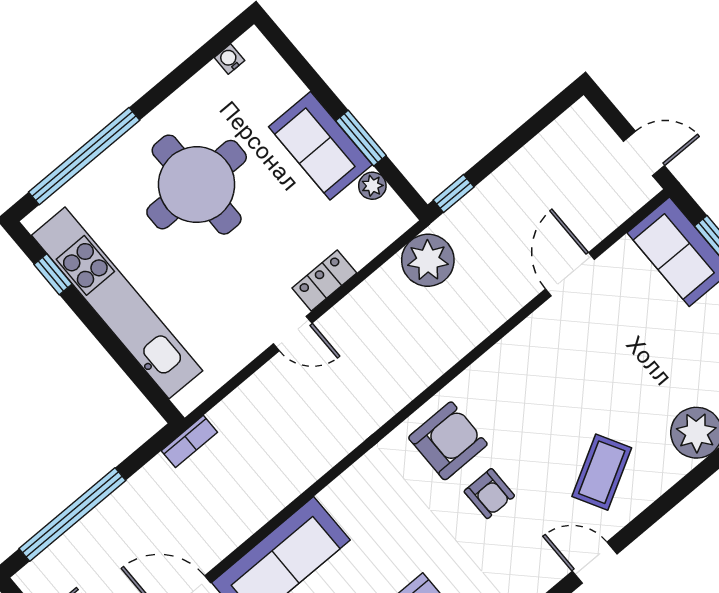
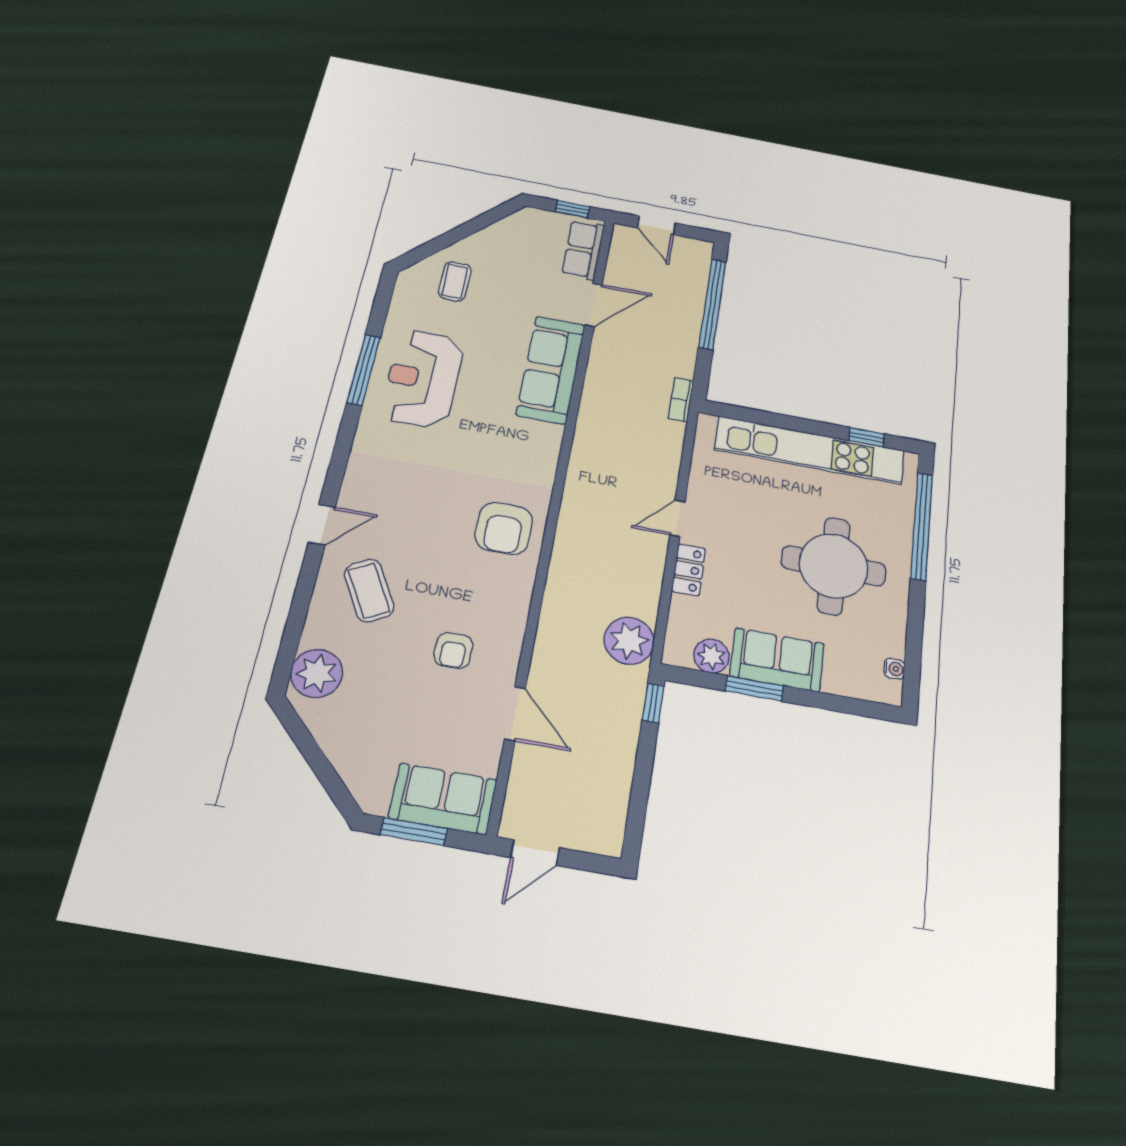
plant: (372, 186) -> (711, 656), width x1.38, depth x1.38
armchair: (489, 494) -> (453, 651), moved, turned -90

